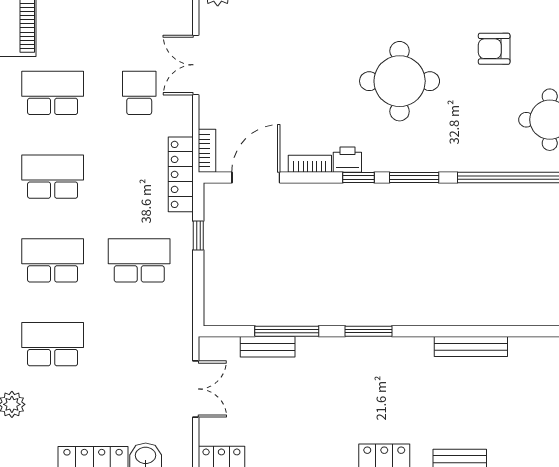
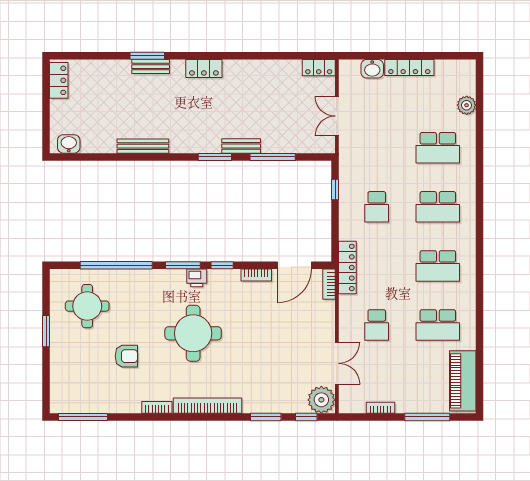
double door: (196, 65) -> (337, 363), moved
printer: (347, 160) -> (197, 278), moved
window: (198, 235) -> (335, 189), moved
school desk: (139, 260) -> (377, 207), width x0.54
bench: (268, 347) -> (241, 146), moved

